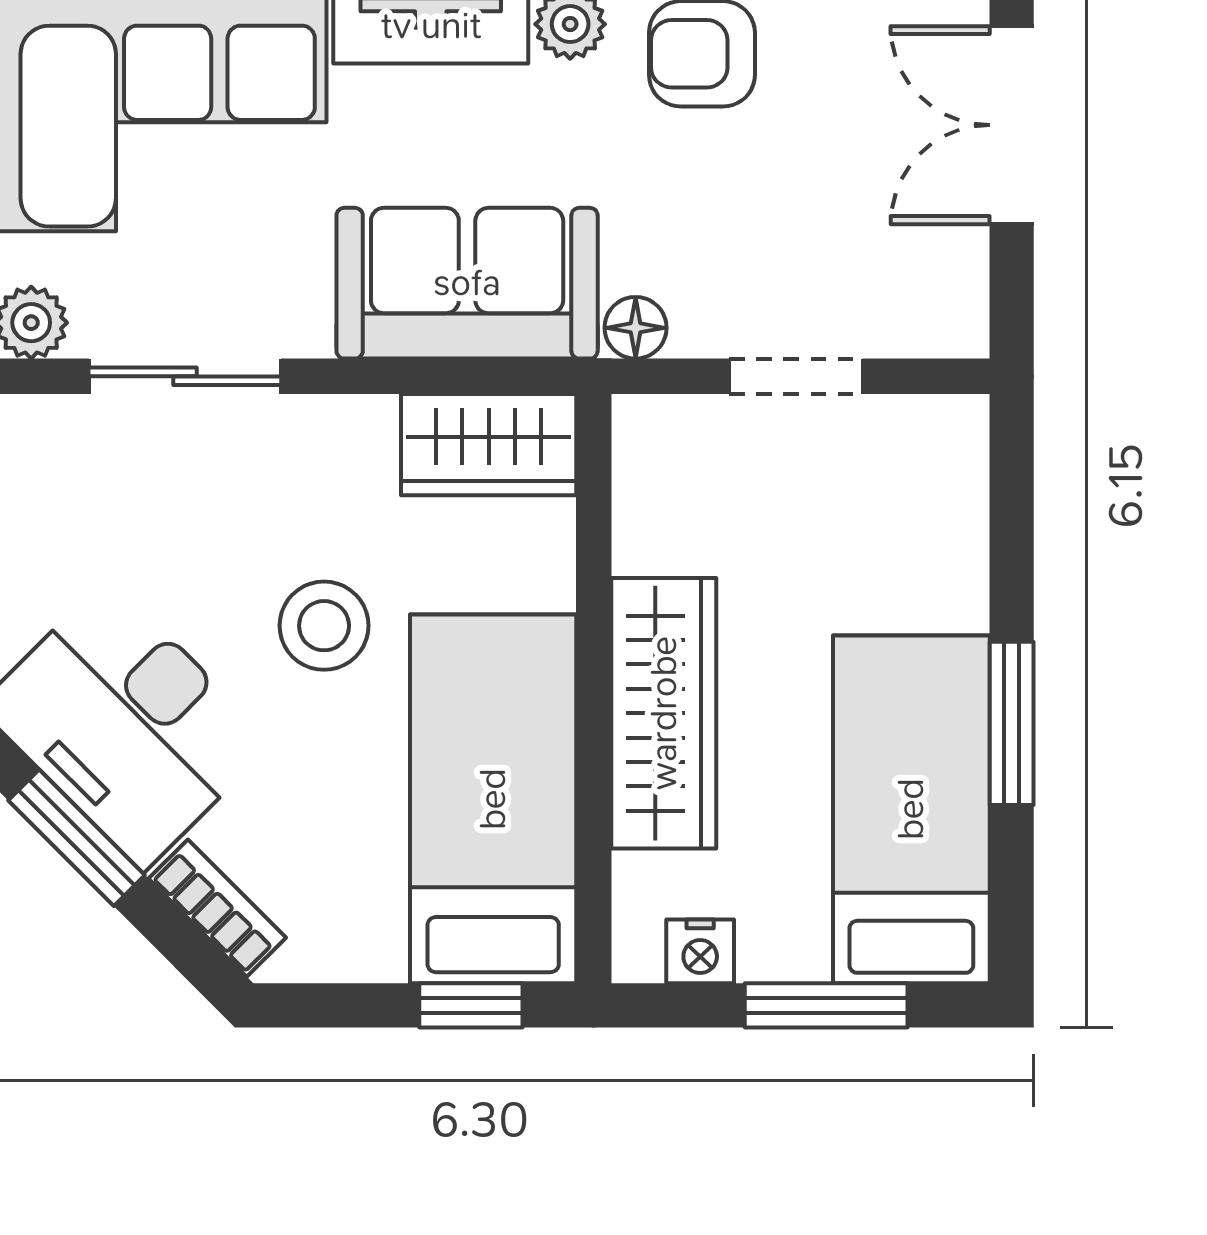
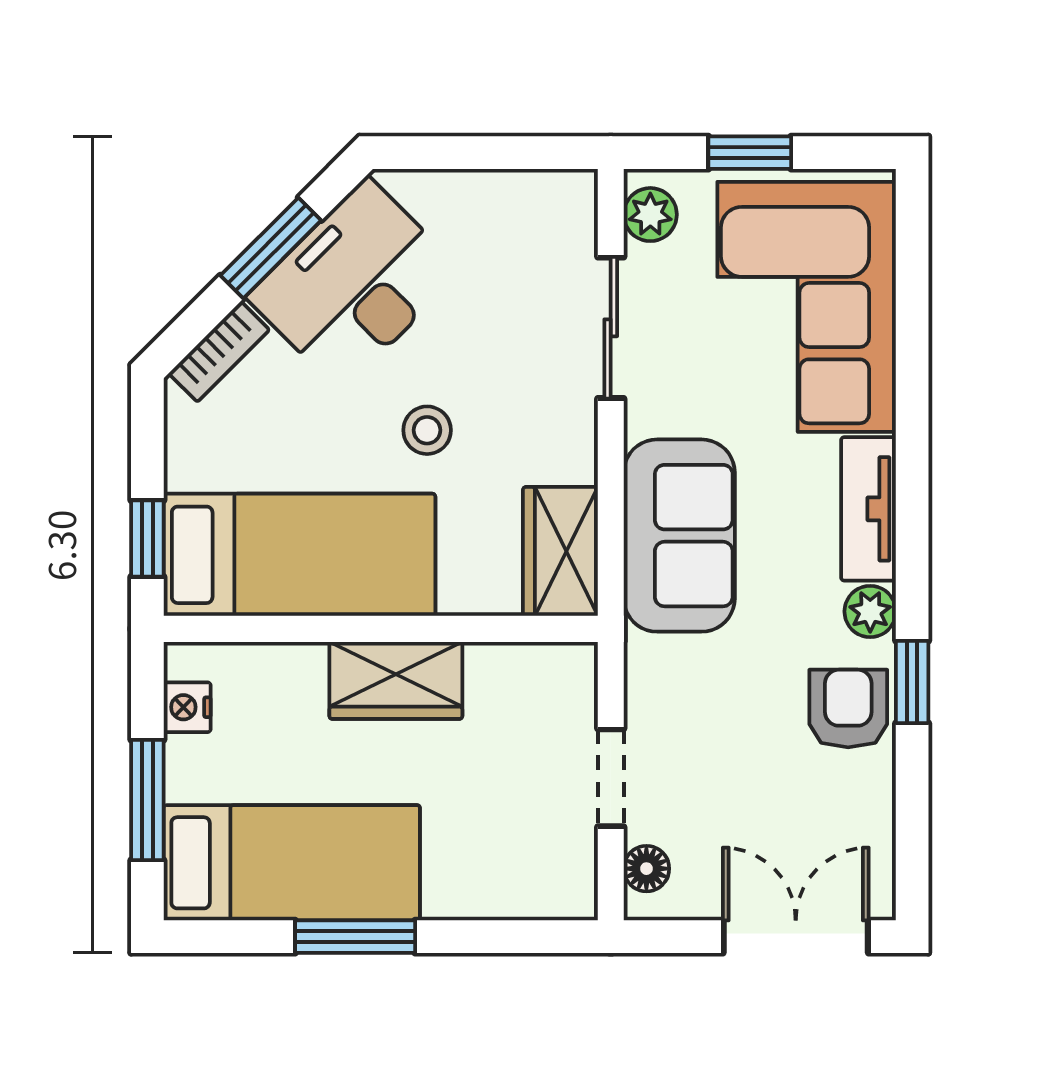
floor lamp: (636, 328) -> (646, 869), moved
stool: (324, 626) -> (427, 430), width x0.73, depth x0.73
wardrobe: (664, 713) -> (396, 680), width x0.67

